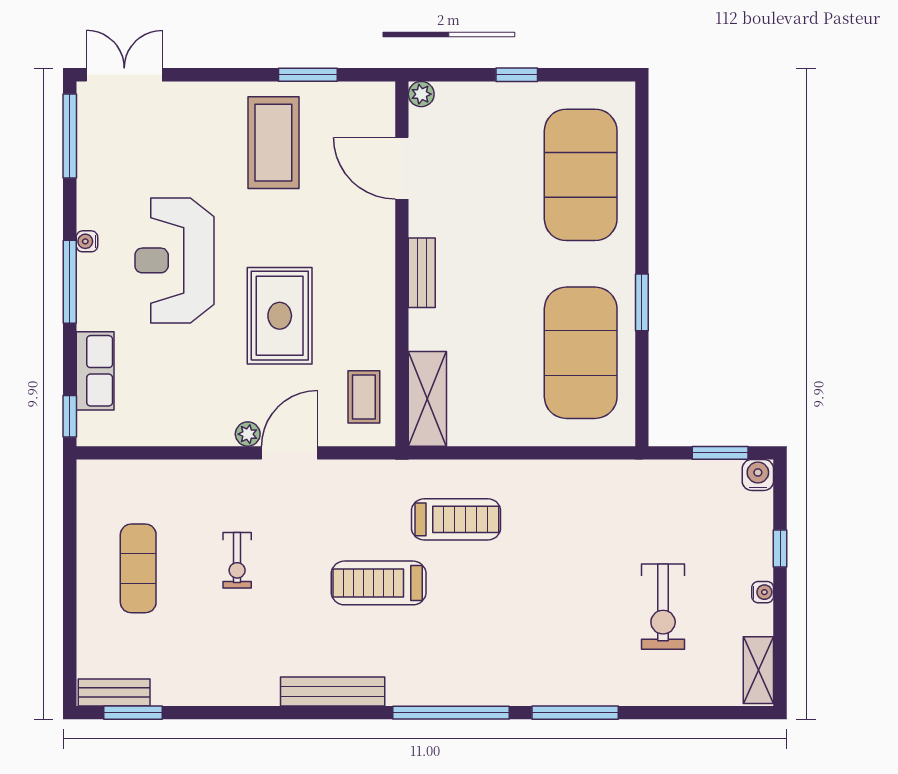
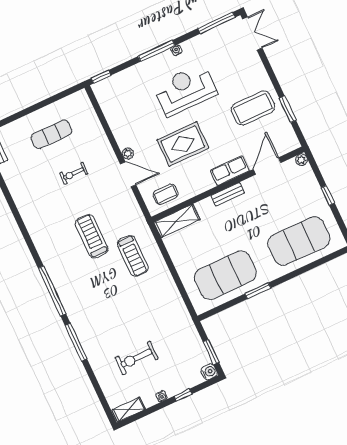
row of seats: (95, 371) -> (230, 171), moved, turned 180
bench: (333, 691) -> (38, 238), removed

